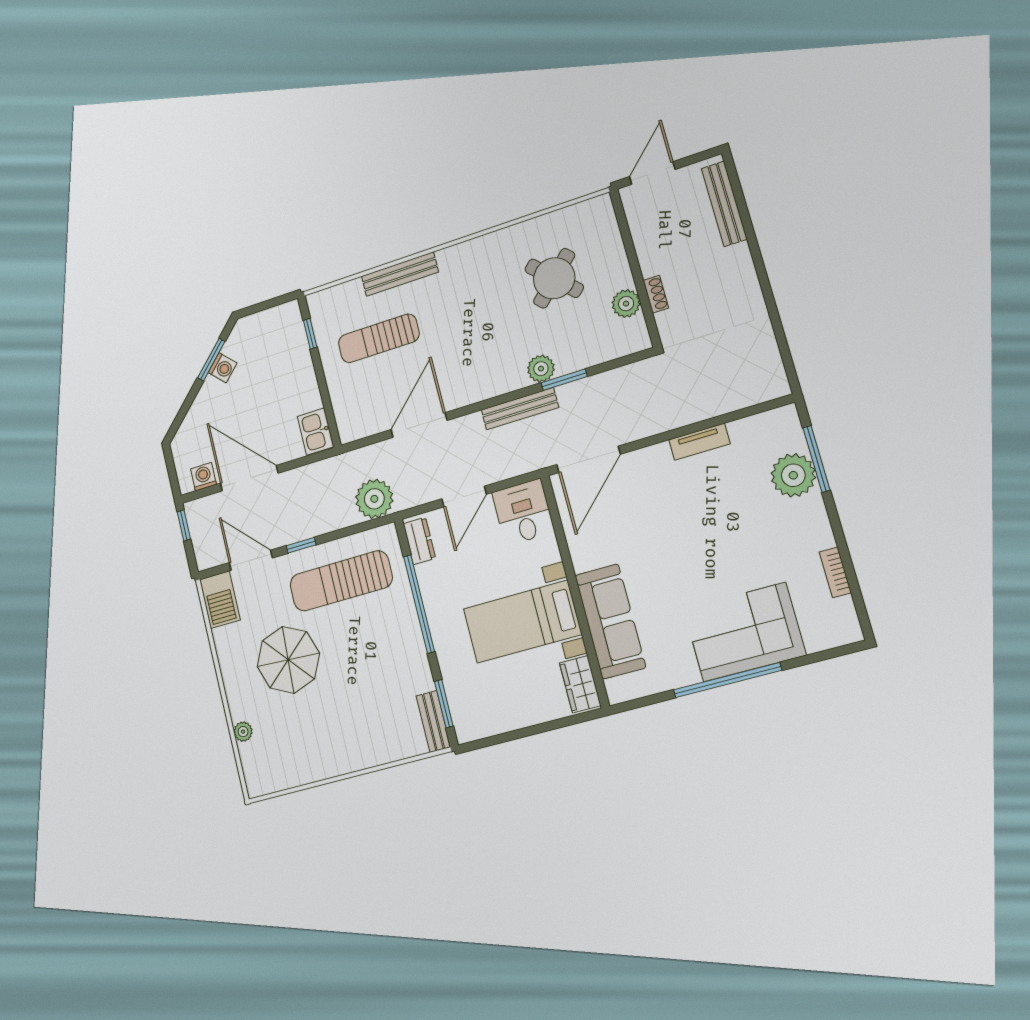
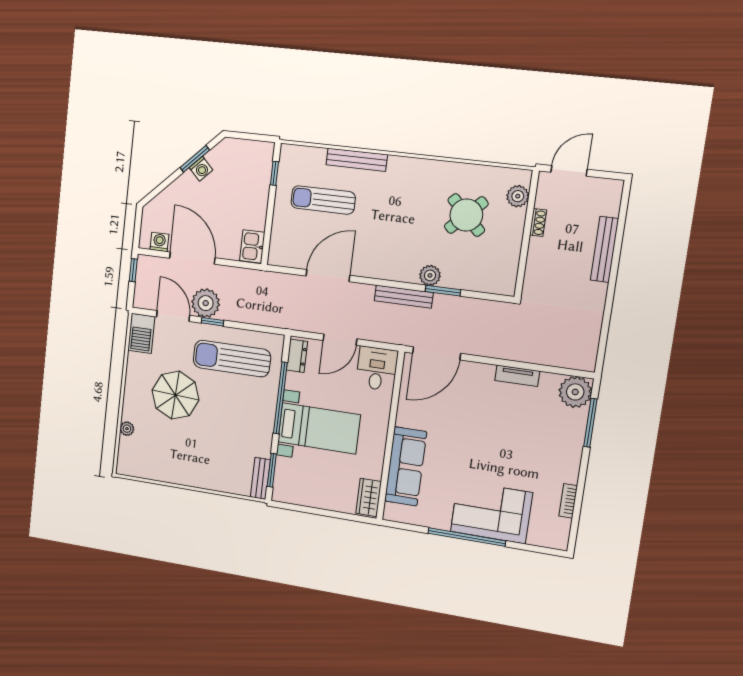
bench: (724, 204) -> (605, 249), moved
shoe rack: (656, 294) -> (538, 223), moved
plant: (626, 304) -> (518, 196), moved
plant: (793, 475) -> (575, 392), moved
plant: (374, 499) -> (206, 303), moved
bed with nightstands: (522, 622) -> (319, 428), moved, turned 180

